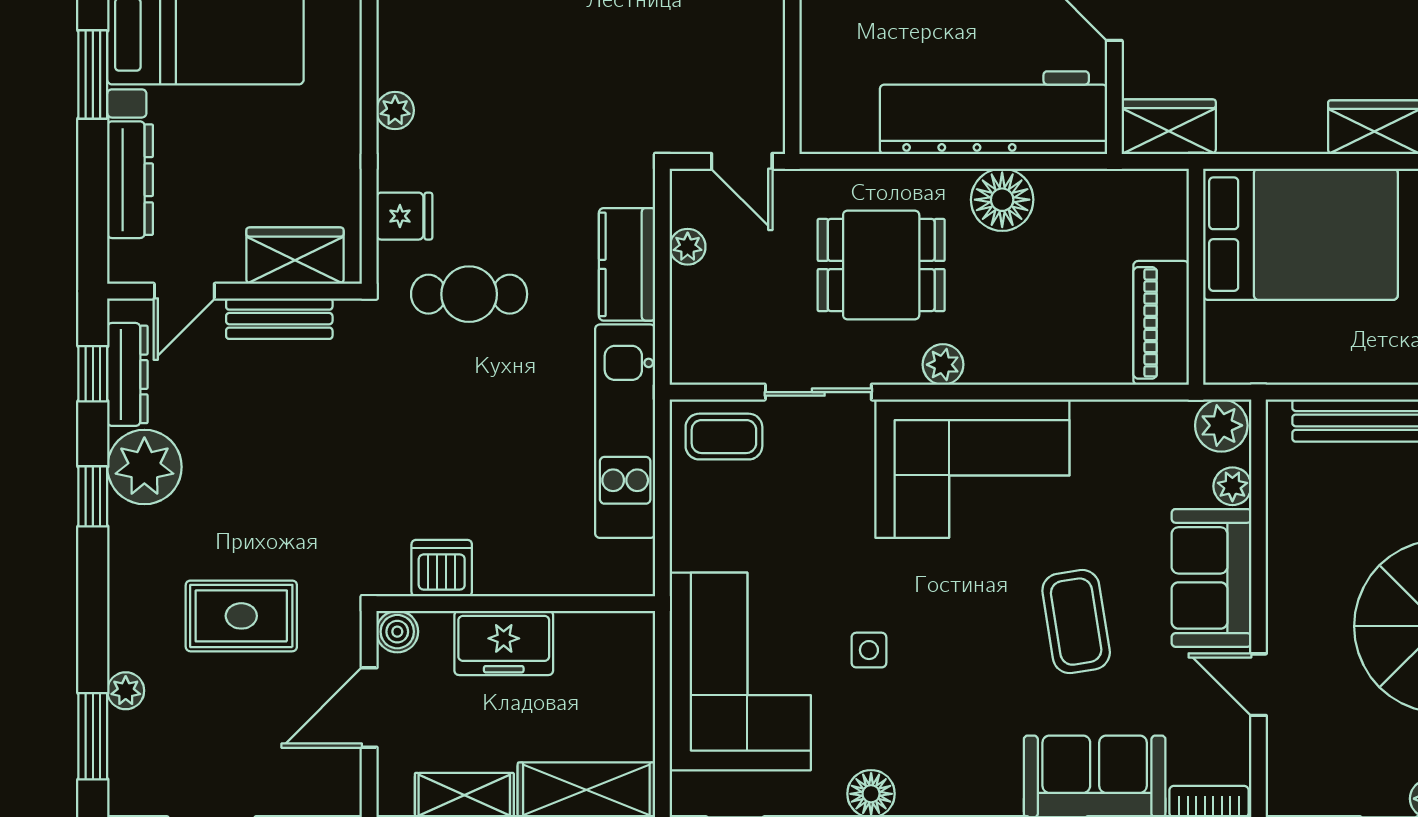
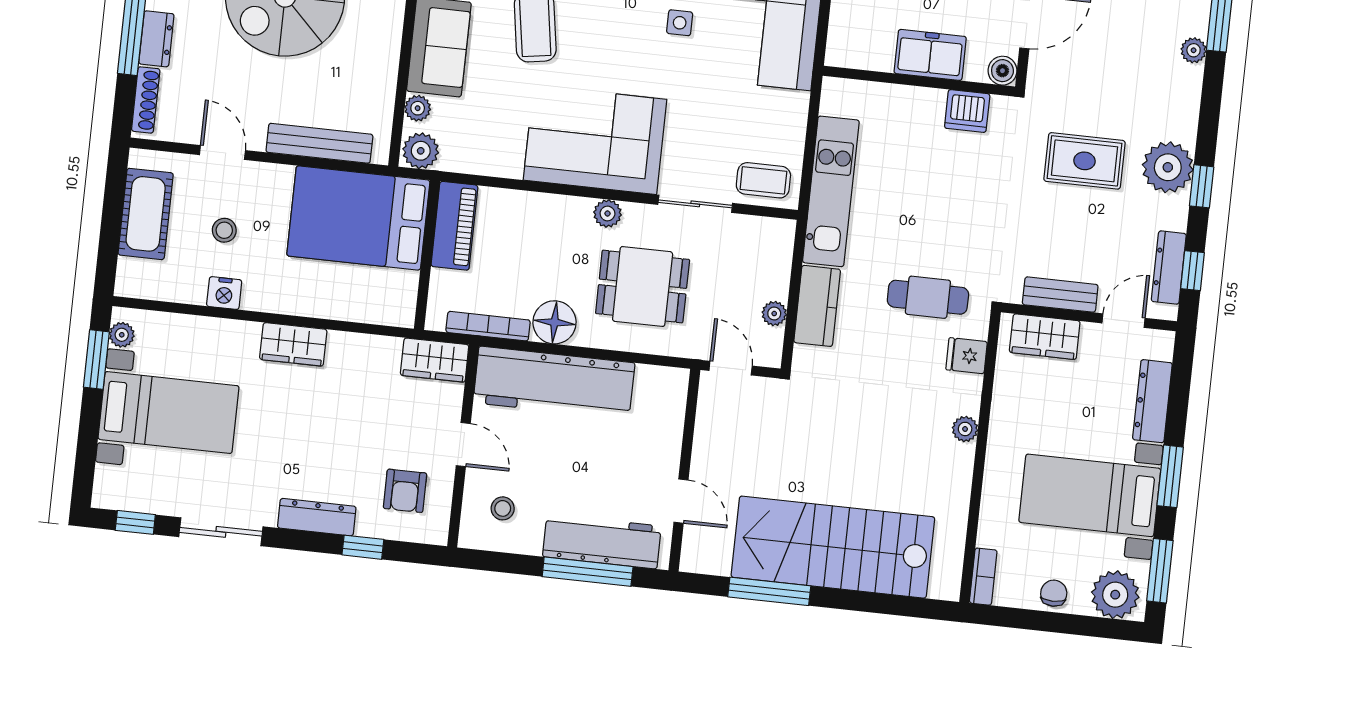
bookcase: (1097, 184) -> (488, 326), added
bed: (1301, 234) -> (358, 218), moved
plant: (144, 467) -> (1168, 167), moved
rug: (241, 616) -> (1084, 161), moved

